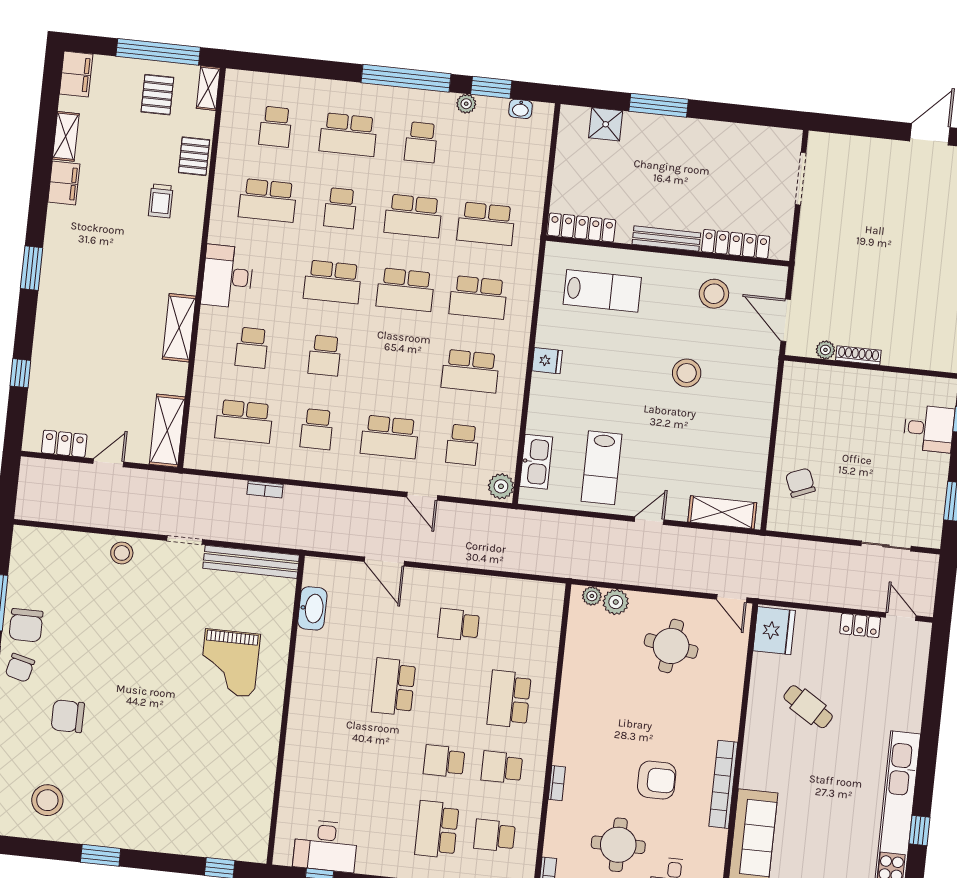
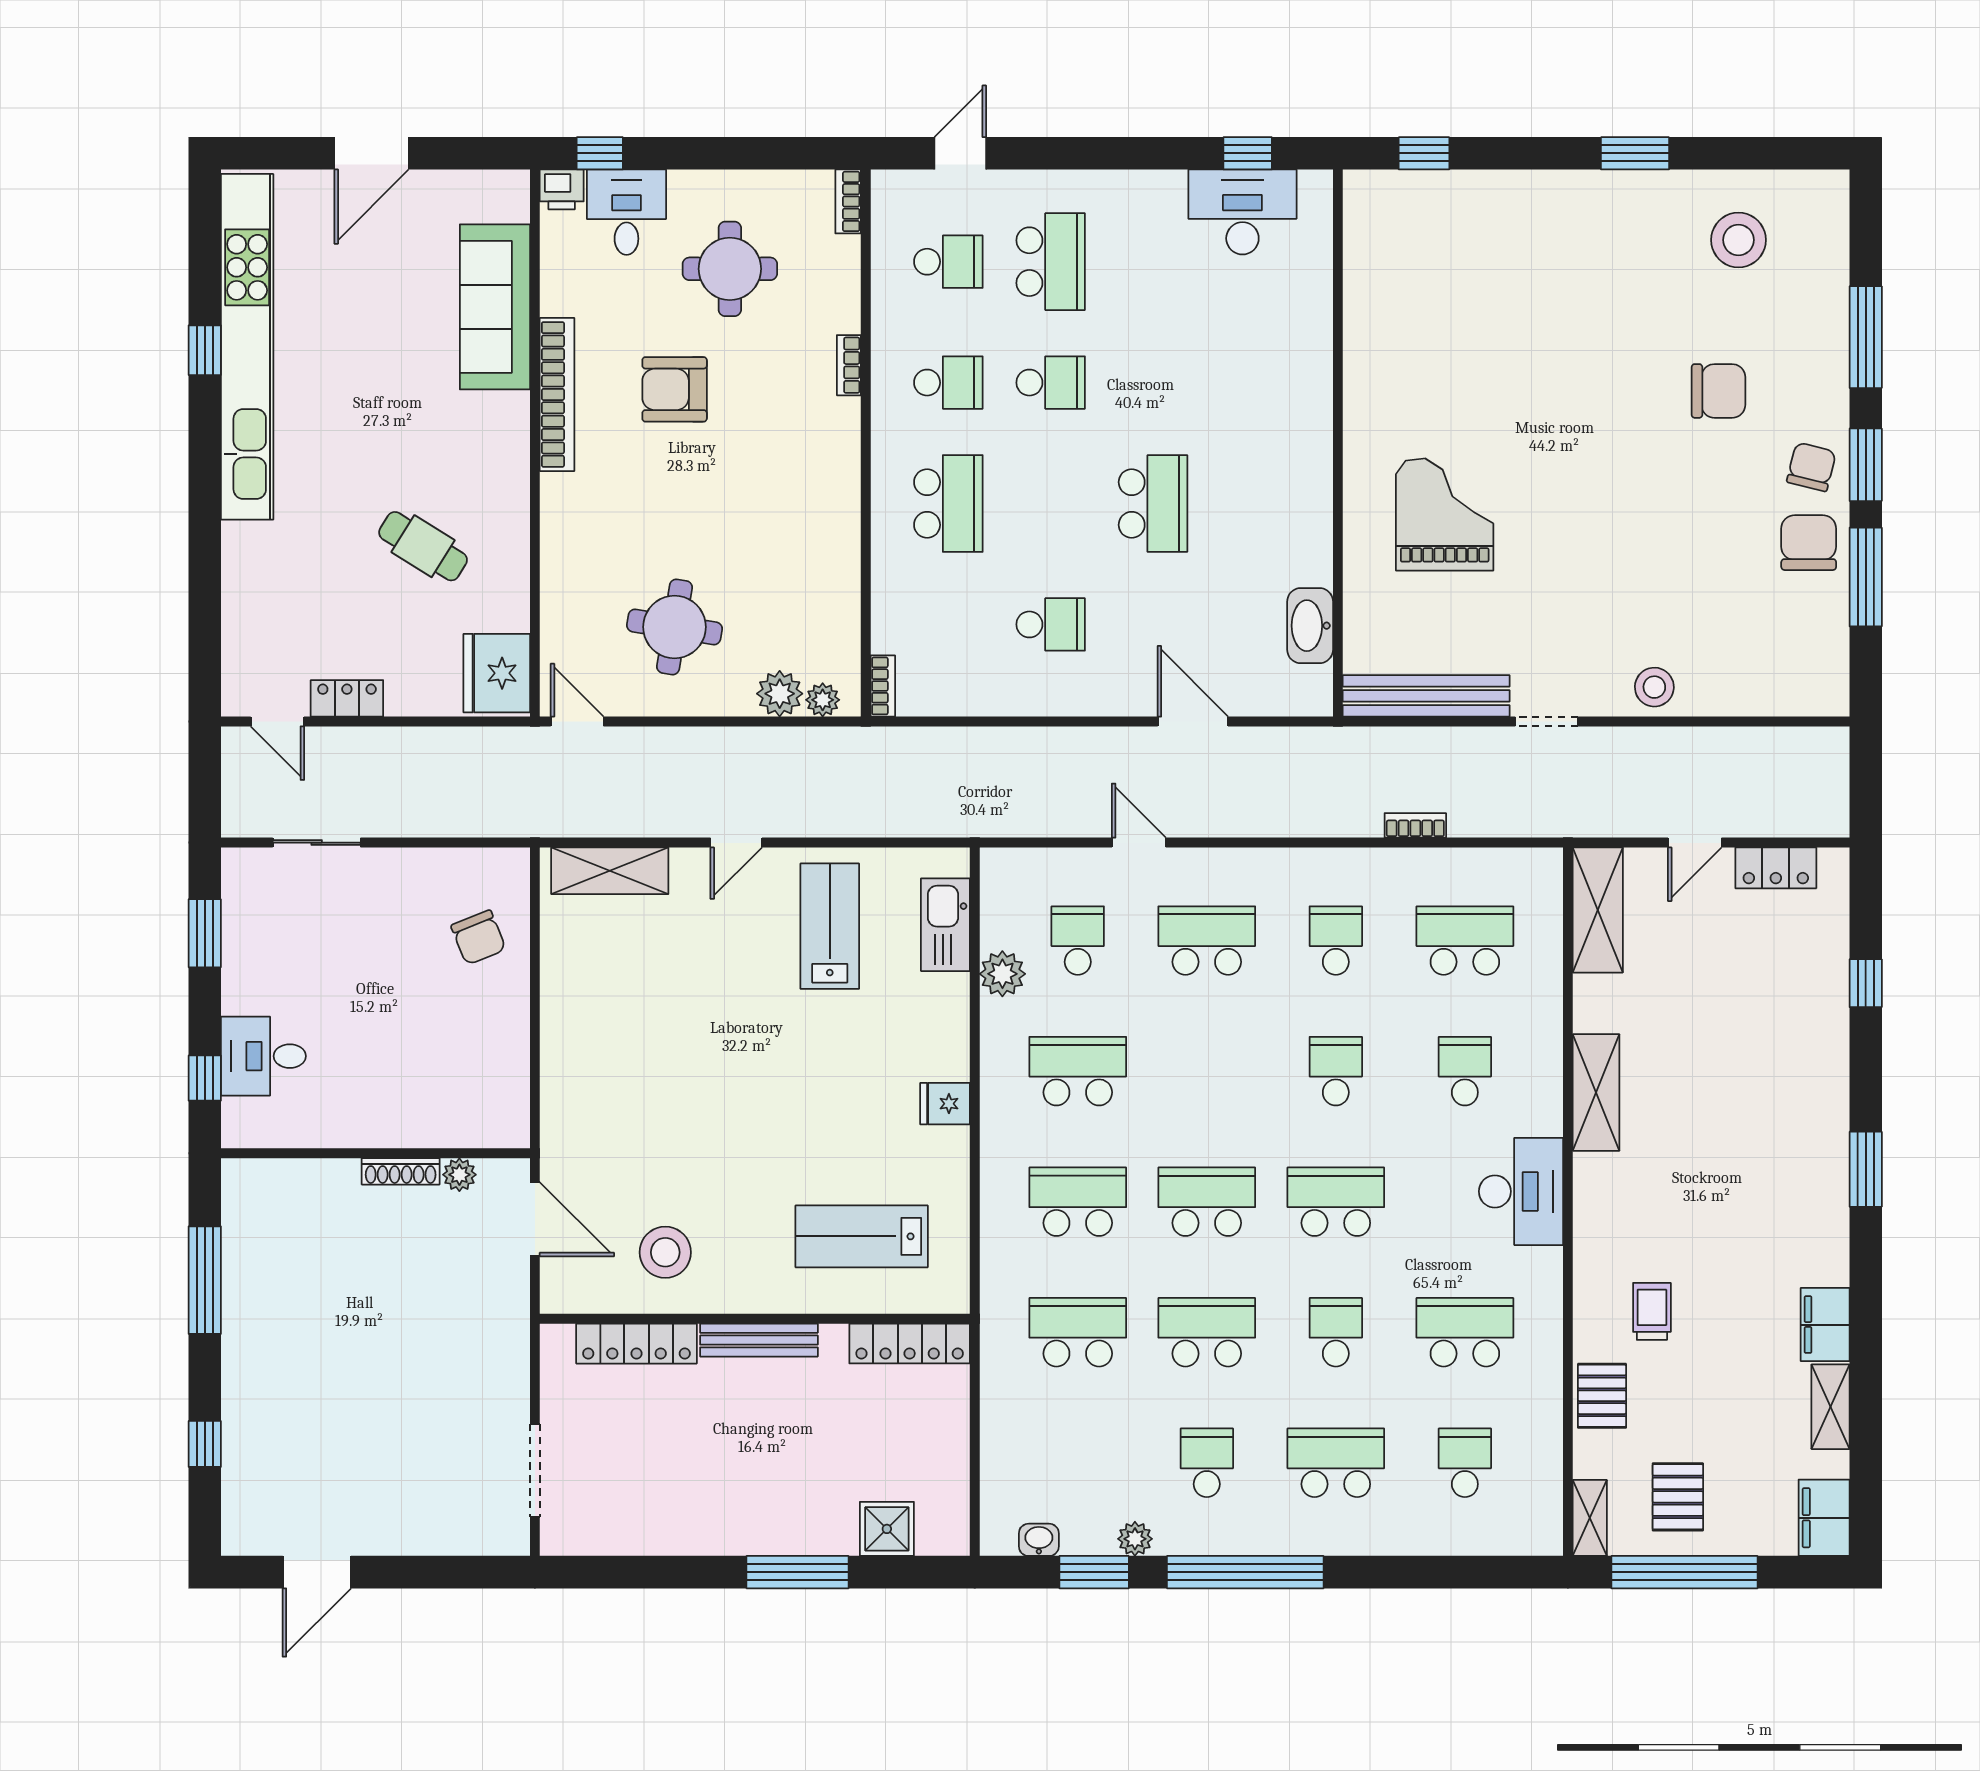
stool: (687, 373) -> (698, 1108), removed
plant: (501, 486) -> (1002, 974), moved
bookcase: (557, 600) -> (883, 686), added

